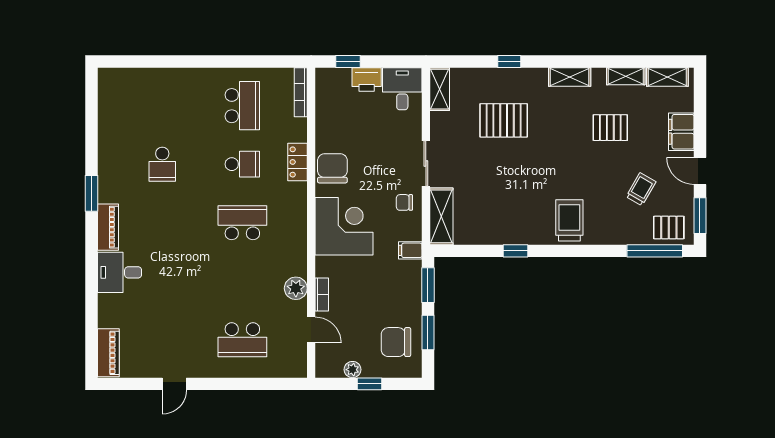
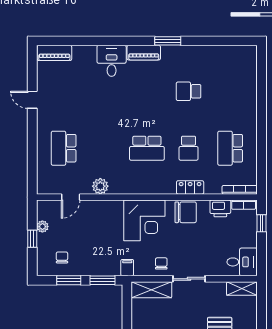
printer: (367, 79) -> (220, 208), moved, turned -90
school desk: (242, 106) -> (230, 148), turned 90
school desk: (242, 223) -> (147, 148), turned 90
bookcase: (322, 294) -> (244, 205), moved
chair: (396, 342) -> (62, 257), width x0.54, depth x0.54

